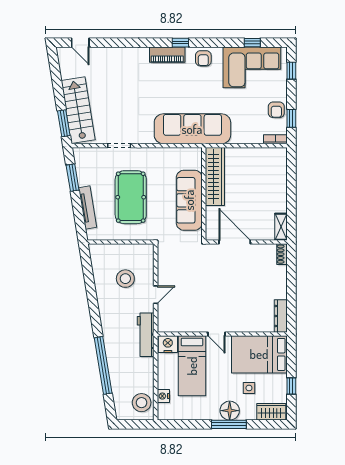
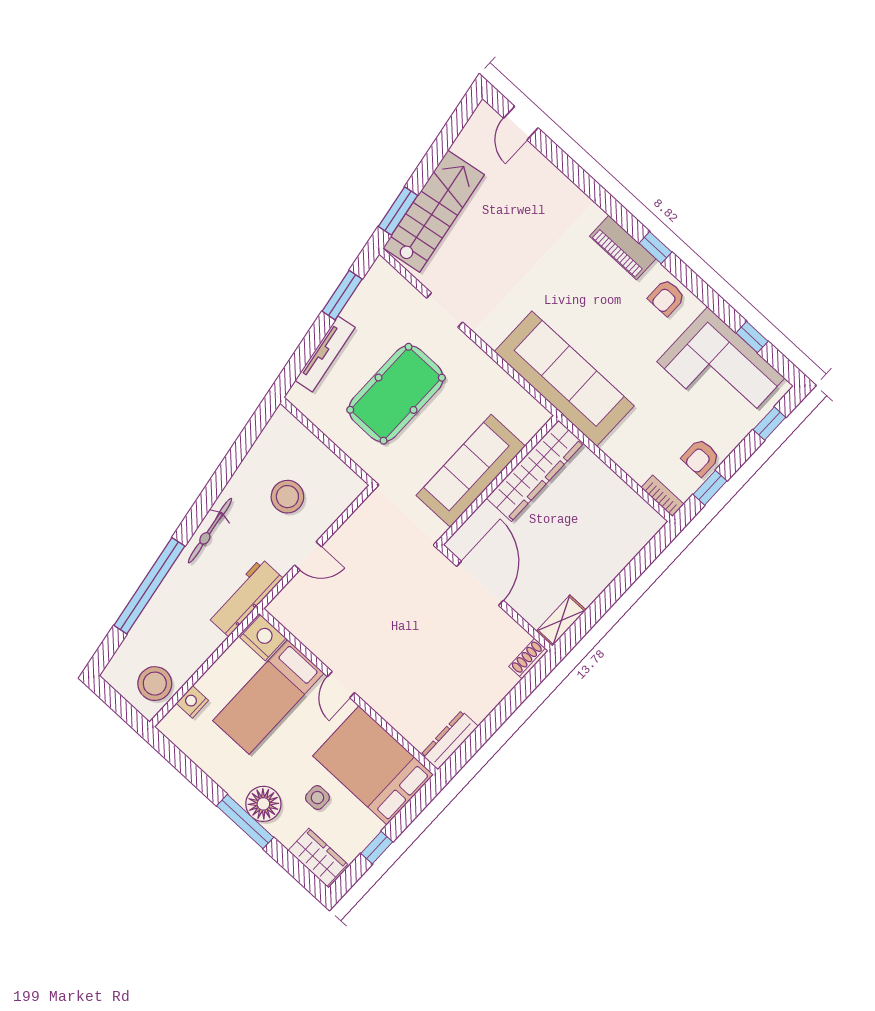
bicycle: (107, 321) -> (210, 531), added

